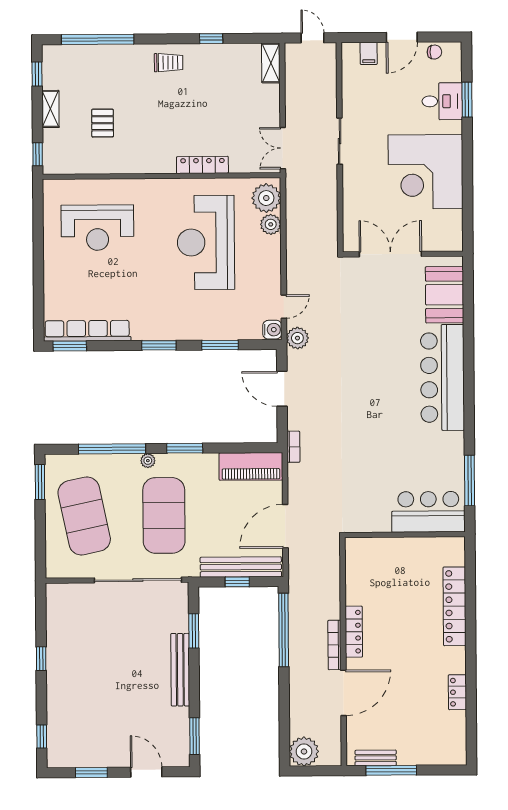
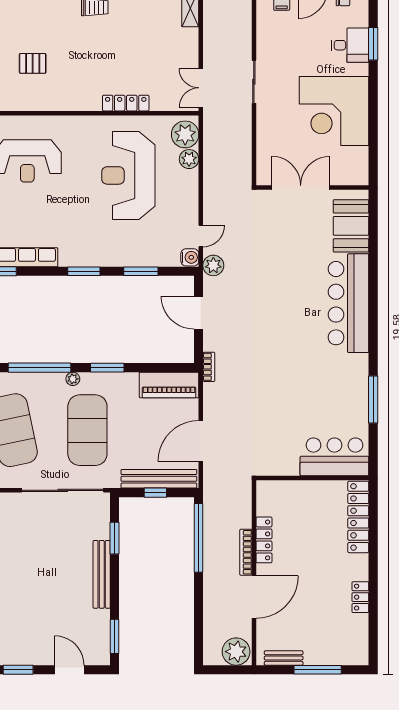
pallet: (103, 123) -> (33, 63), turned 90
bar counter: (428, 512) -> (334, 457), moved
wall: (405, 535) -> (312, 478), moved
plant: (304, 751) -> (236, 652), moved
window: (391, 770) -> (318, 670), moved

